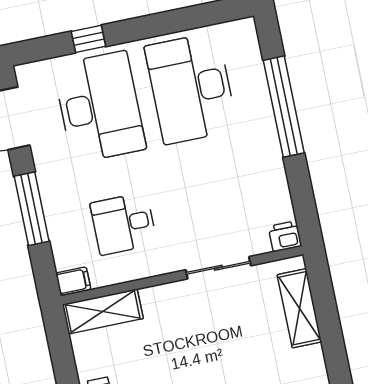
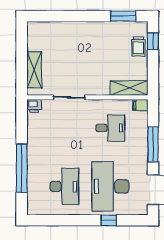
desk: (191, 88) -> (64, 186), width x0.73, depth x0.77

